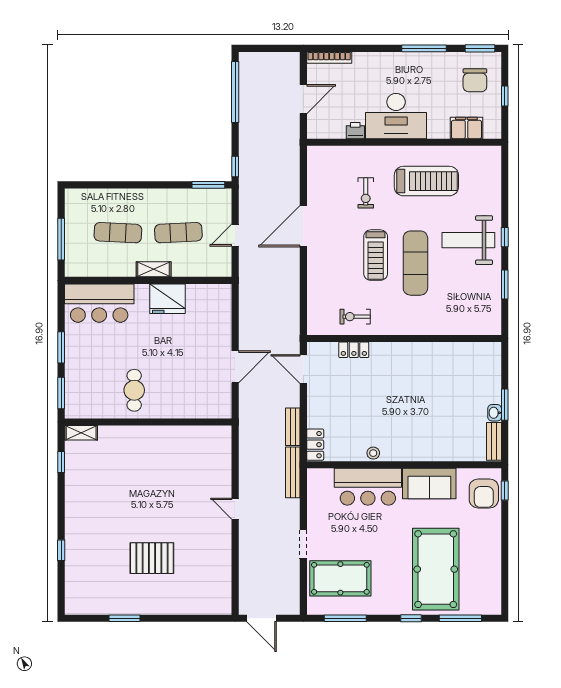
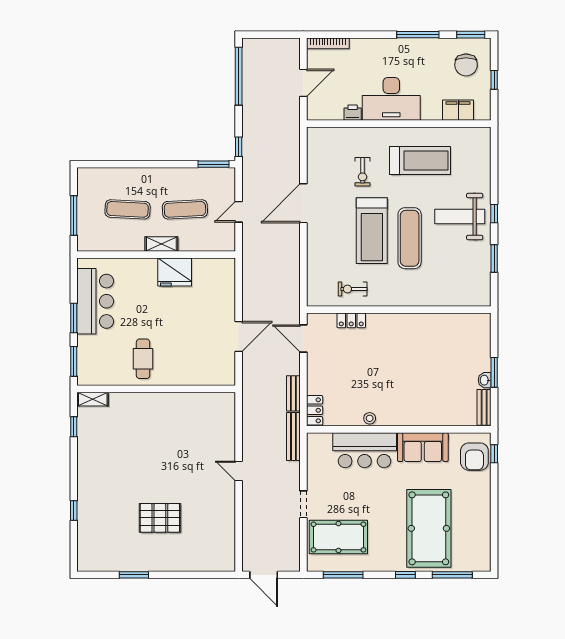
treadmill: (376, 255) -> (372, 231), width x1.37, depth x1.38
bar counter: (99, 303) -> (95, 301), moved, turned -90

